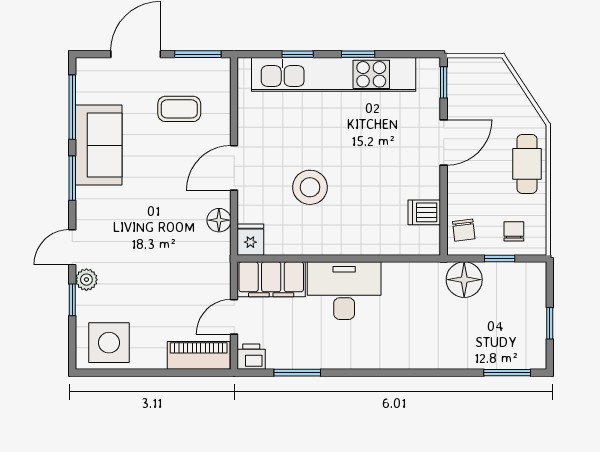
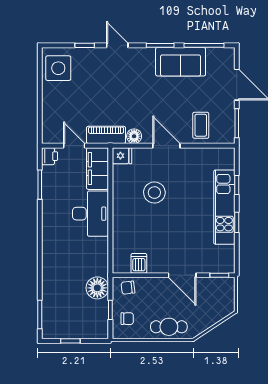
kitchen unit: (334, 74) -> (224, 207), width x0.73
coffee table: (179, 109) -> (201, 125), moved
plant: (86, 280) -> (97, 54), removed
piano: (199, 355) -> (106, 135), moved, turned -90

